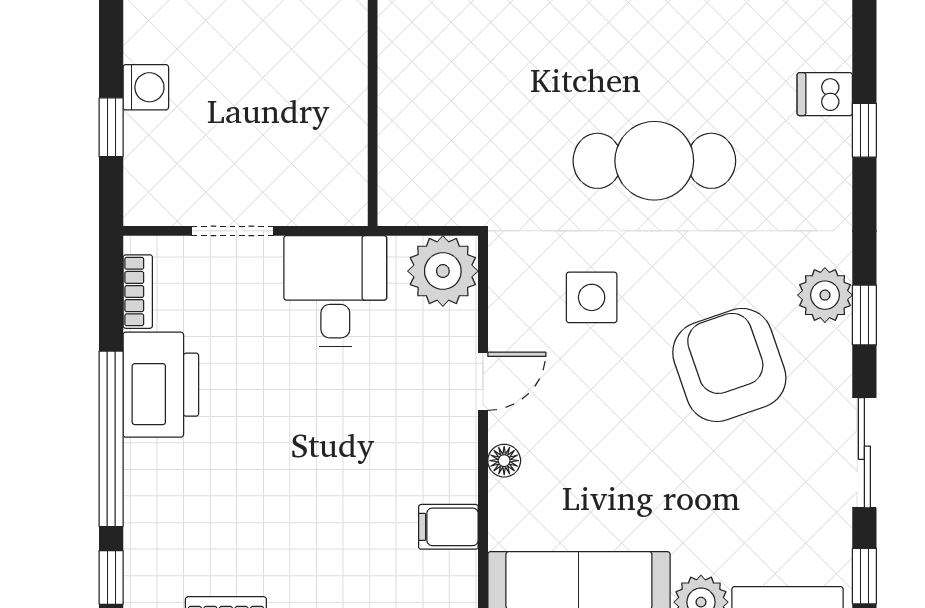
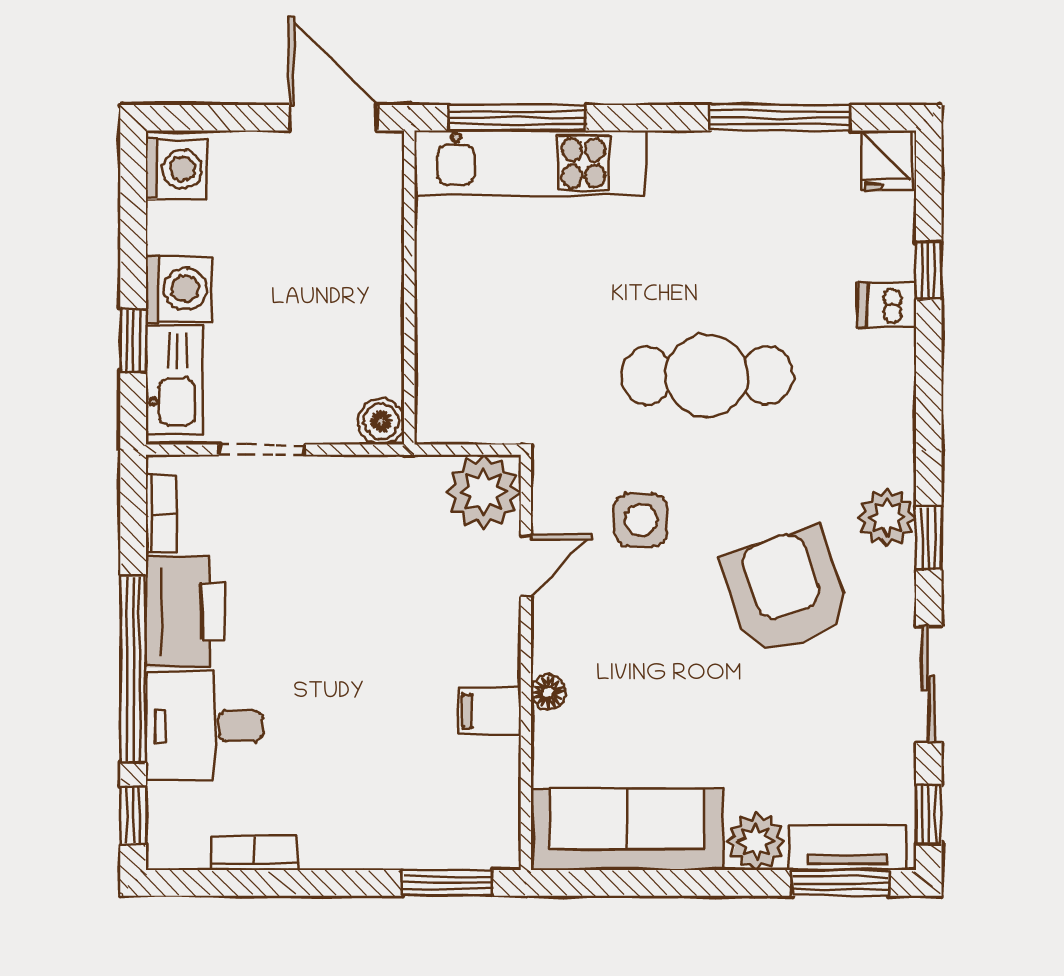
washing machine: (146, 87) -> (179, 289), width x1.38, depth x1.38
window: (864, 130) -> (929, 271), moved
kitchen sink: (150, 165) -> (174, 380), added
boiler: (346, 204) -> (381, 421), added
desk: (335, 291) -> (204, 726), moved, turned -90
door: (483, 381) -> (526, 566), moved
filing cabinet: (448, 527) -> (489, 711), moved

